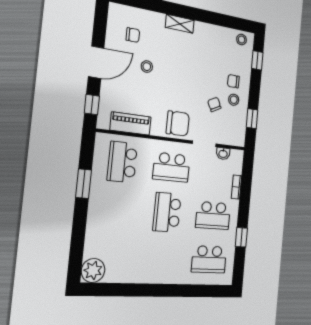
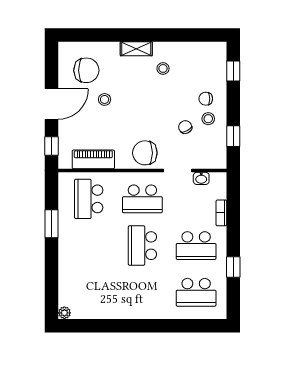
chair: (133, 35) -> (86, 70), width x1.87, depth x1.87
stool: (242, 40) -> (163, 68), moved
chair: (178, 123) -> (145, 153), turned 180
plant: (93, 270) -> (64, 313), width x0.53, depth x0.53

